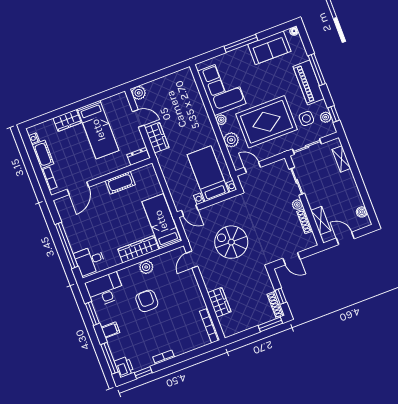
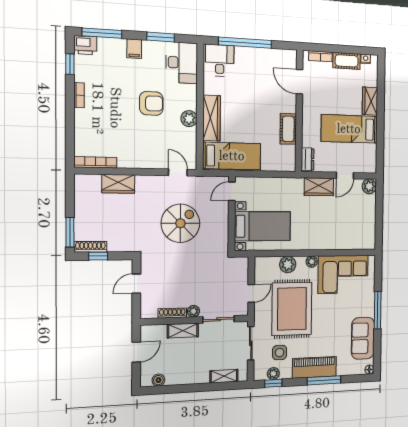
door: (252, 167) -> (251, 293), moved
shelving: (321, 221) -> (183, 330), moved

